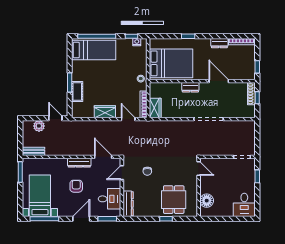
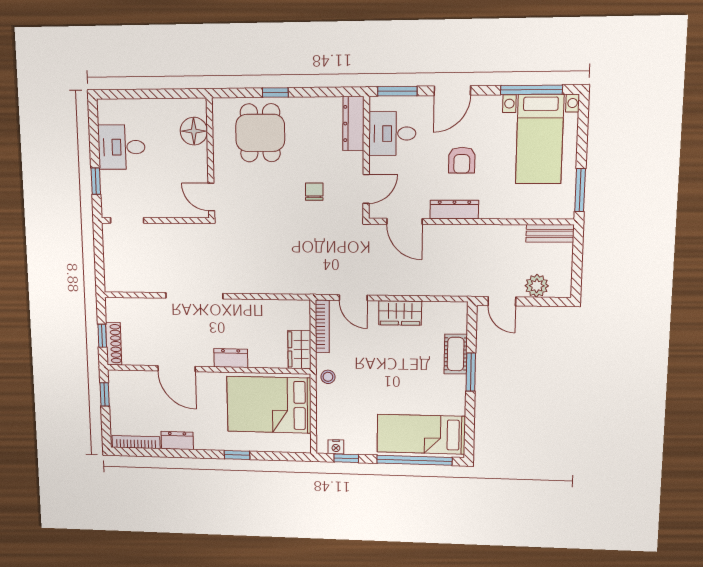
wardrobe: (155, 108) -> (299, 350), moved
desk: (244, 205) -> (122, 147), moved, turned -90

